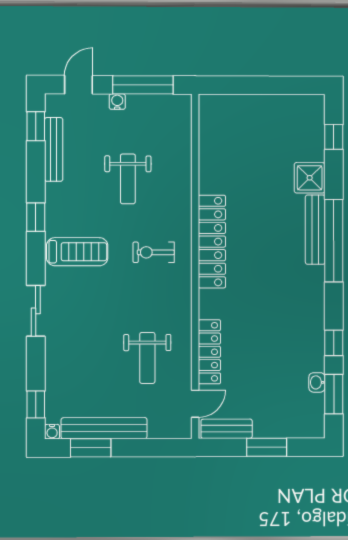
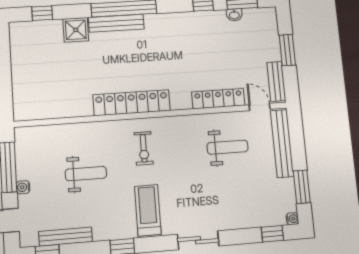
bench: (104, 428) -> (282, 143), moved

